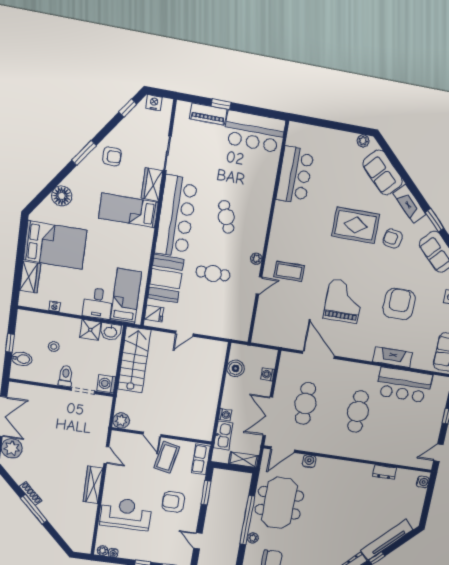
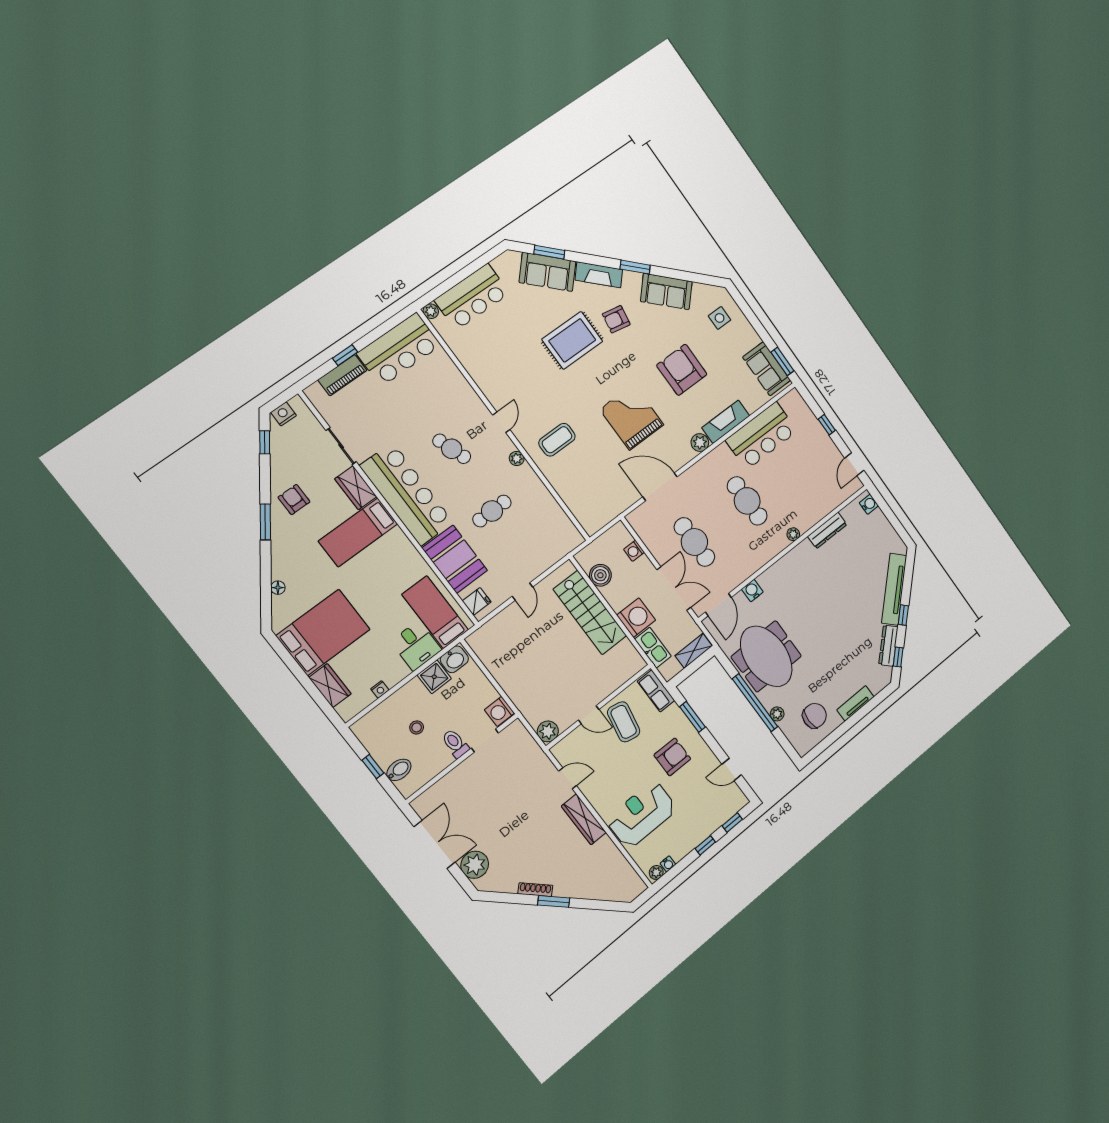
plant: (363, 141) -> (431, 311), moved
armchair: (112, 156) -> (294, 500), turned -90
window: (395, 162) -> (549, 252), added
bar counter: (295, 175) -> (472, 297), moved, turned 90
floor lamp: (62, 196) -> (278, 588), width x0.53, depth x0.53
door: (259, 285) -> (501, 422), moved
plant: (366, 354) -> (700, 443), added
stairs: (134, 360) -> (590, 613), moved, turned 180
washing machine: (225, 415) -> (636, 618), width x1.89, depth x1.89
double door: (268, 416) -> (674, 589), swing flipped
plant: (364, 455) -> (793, 534), added
dresser: (385, 472) -> (827, 530), width x1.44
armchair: (173, 502) -> (672, 757), turned 180
window: (34, 509) -> (554, 901), width x0.69

